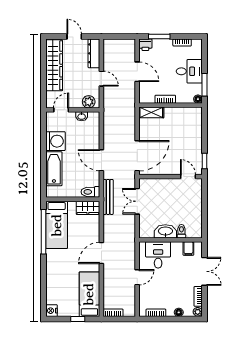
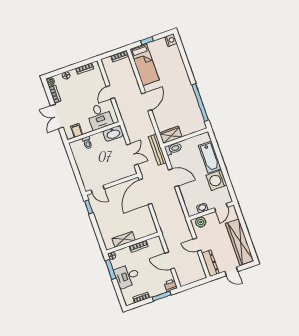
shelving: (151, 112) -> (124, 239), moved
bed: (57, 225) -> (191, 112), removed
washbasin: (165, 231) -> (113, 133), moved

